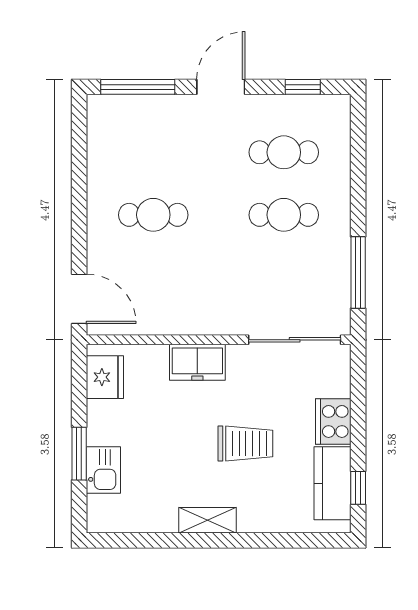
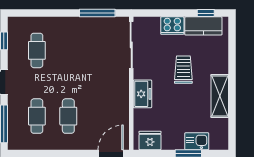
cafe table: (284, 215) -> (37, 116), moved
shelving: (208, 520) -> (220, 96), width x1.50, depth x1.33

